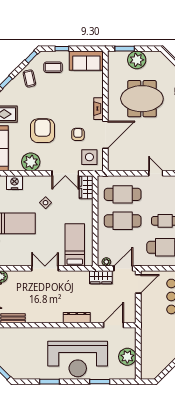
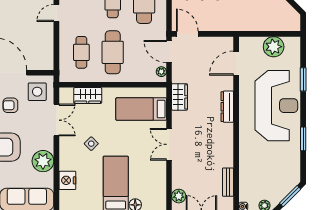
wardrobe: (86, 187) -> (88, 96), moved
cafe table: (123, 194) -> (81, 52), width x0.73, depth x0.74
wardrobe: (101, 277) -> (179, 97), moved
door: (114, 325) -> (236, 63), hinge flipped

